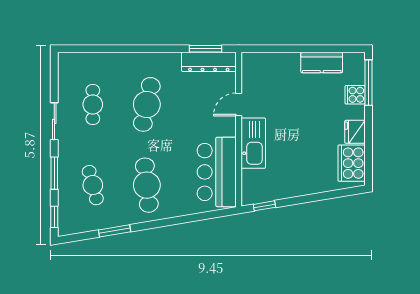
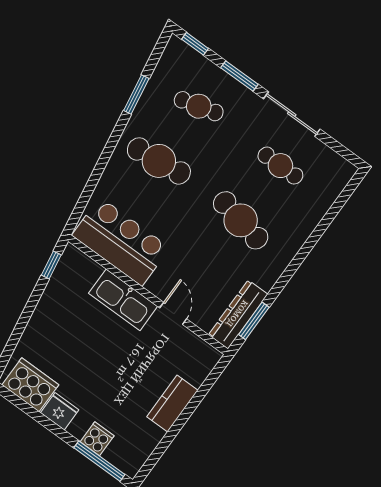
kitchen counter: (322, 63) -> (172, 403), moved
sliding door: (54, 121) -> (292, 114), width x1.37

